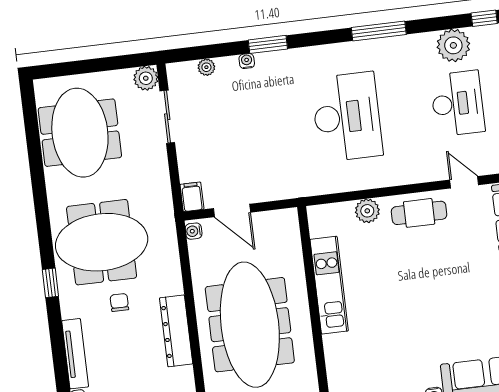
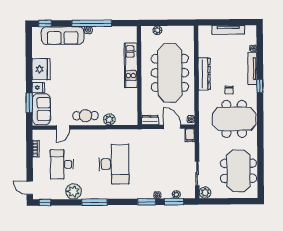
plant: (453, 45) -> (74, 191), moved
window: (210, 51) -> (174, 202), added
desk: (347, 117) -> (114, 164), turned 180
door: (464, 182) -> (63, 127), hinge flipped
dresser: (281, 219) -> (150, 120), added
window: (50, 283) -> (260, 86), moved
kitchen unit: (329, 285) -> (131, 65), moved

